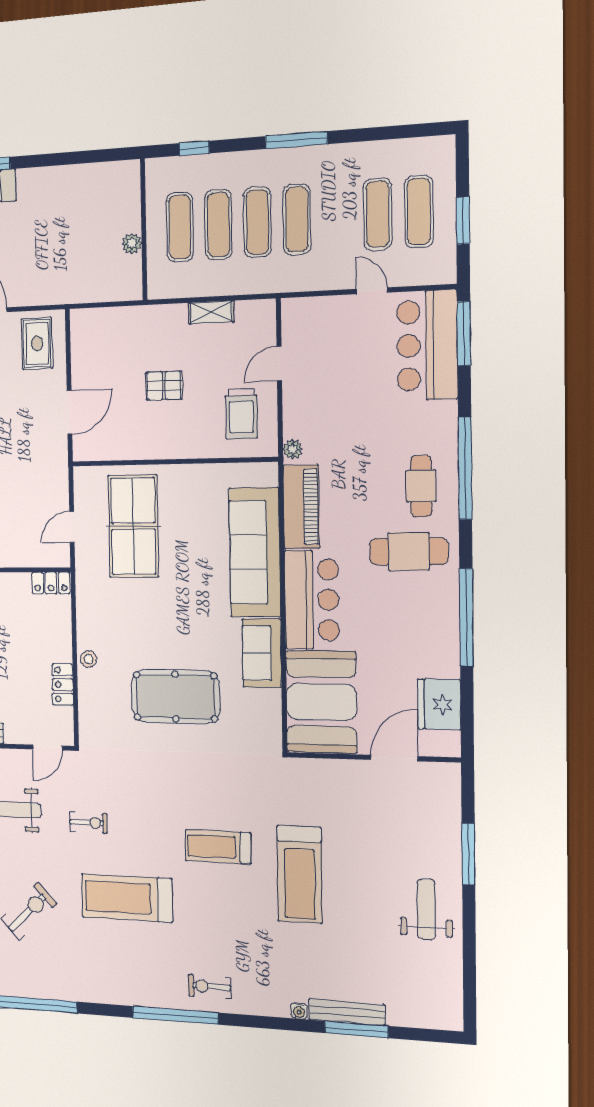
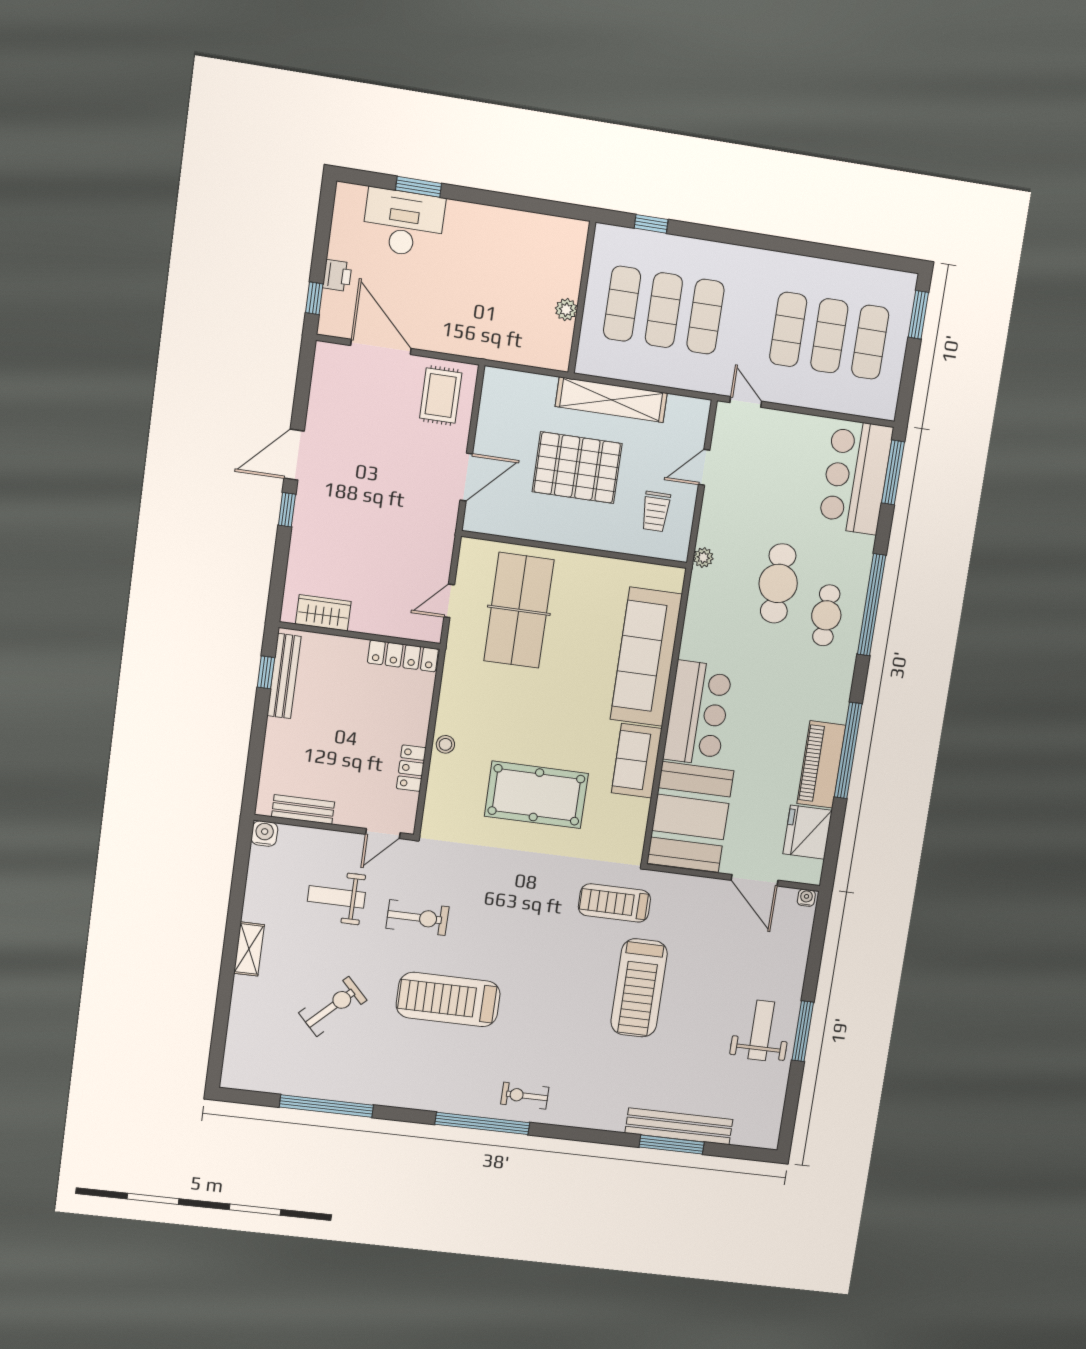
window: (296, 140) -> (760, 241), removed
exercise mat: (297, 219) -> (788, 329), moved
window: (463, 221) -> (918, 315), moved
door: (372, 291) -> (746, 402), moved
shelving: (211, 312) -> (611, 400), width x2.20, depth x1.33
pallet: (164, 386) -> (577, 468), width x2.05, depth x2.00
trolley: (241, 413) -> (656, 512), width x0.73, depth x0.72
piano: (301, 507) -> (821, 764), moved, turned 180
cafe table: (409, 551) -> (778, 583), moved, turned 90
locker: (51, 583) -> (403, 656), width x1.53
door: (394, 758) -> (755, 880), swing flipped
exercise bike: (89, 823) -> (417, 918), width x1.38, depth x1.39
treadmill: (218, 847) -> (614, 903), moved
window: (468, 854) -> (803, 1031), moved
water cooler: (299, 1011) -> (806, 898), moved, turned 180
bench: (347, 1012) -> (679, 1126), width x1.37, depth x1.21

